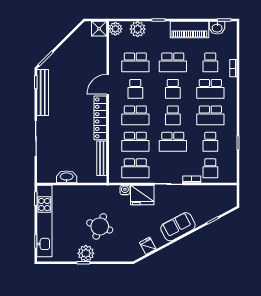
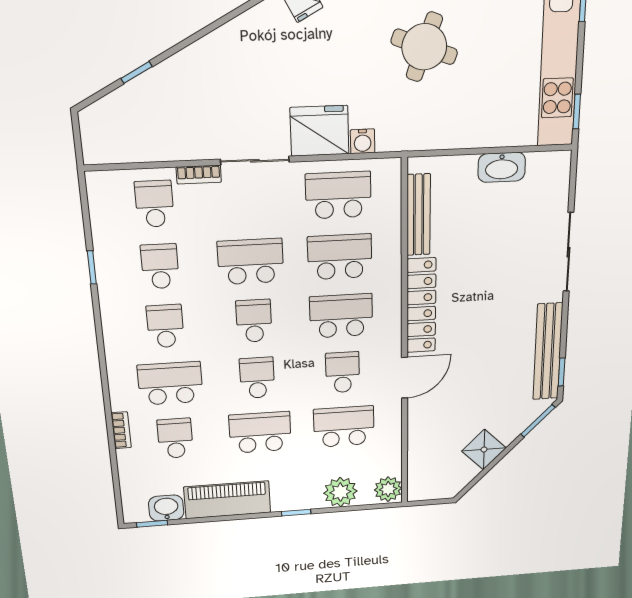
shower: (99, 29) -> (484, 450), moved, turned 45
school desk: (210, 115) -> (165, 326), width x0.54
sofa: (178, 227) -> (226, 52), removed

